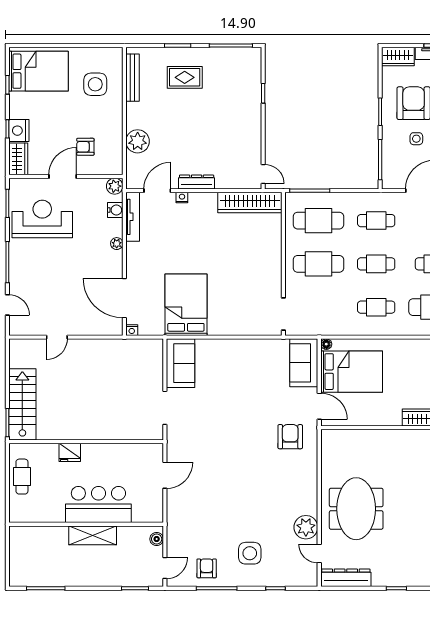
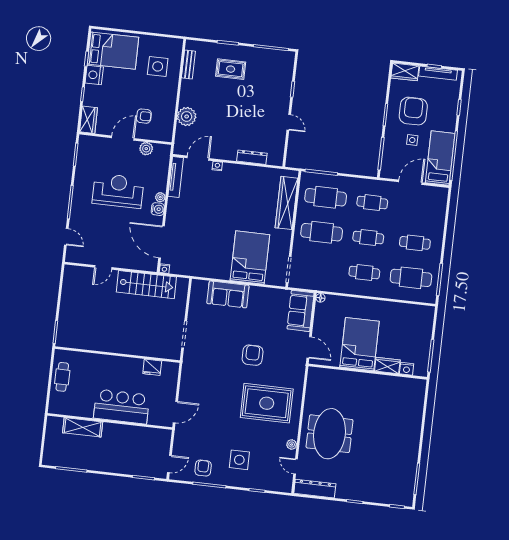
bench: (133, 78) -> (188, 65), width x0.73
nightstand: (19, 131) -> (94, 75), moved
armchair: (85, 147) -> (144, 116), turned 180
door: (263, 174) -> (289, 122), moved
dresser: (197, 182) -> (252, 157), moved
plant: (115, 186) -> (146, 149), moved
wardrobe: (250, 202) -> (286, 203), moved, turned 90
water cooler: (115, 210) -> (158, 209), moved
reception desk: (42, 219) -> (118, 191), moved
bed: (186, 305) -> (250, 258), moved
sofa: (181, 363) -> (228, 294), moved, turned 90
bed: (352, 372) -> (360, 344), moved, turned -90
stairs: (22, 404) -> (146, 285), moved, turned 90
armchair: (290, 437) -> (253, 355), moved
fridge: (70, 452) -> (152, 367), moved
door: (165, 475) -> (175, 412), moved
rug: (275, 480) -> (267, 403), added
plant: (306, 527) -> (292, 444), width x0.53, depth x0.53
shelving: (93, 535) -> (83, 427), moved
boiler: (157, 539) -> (165, 440), removed

